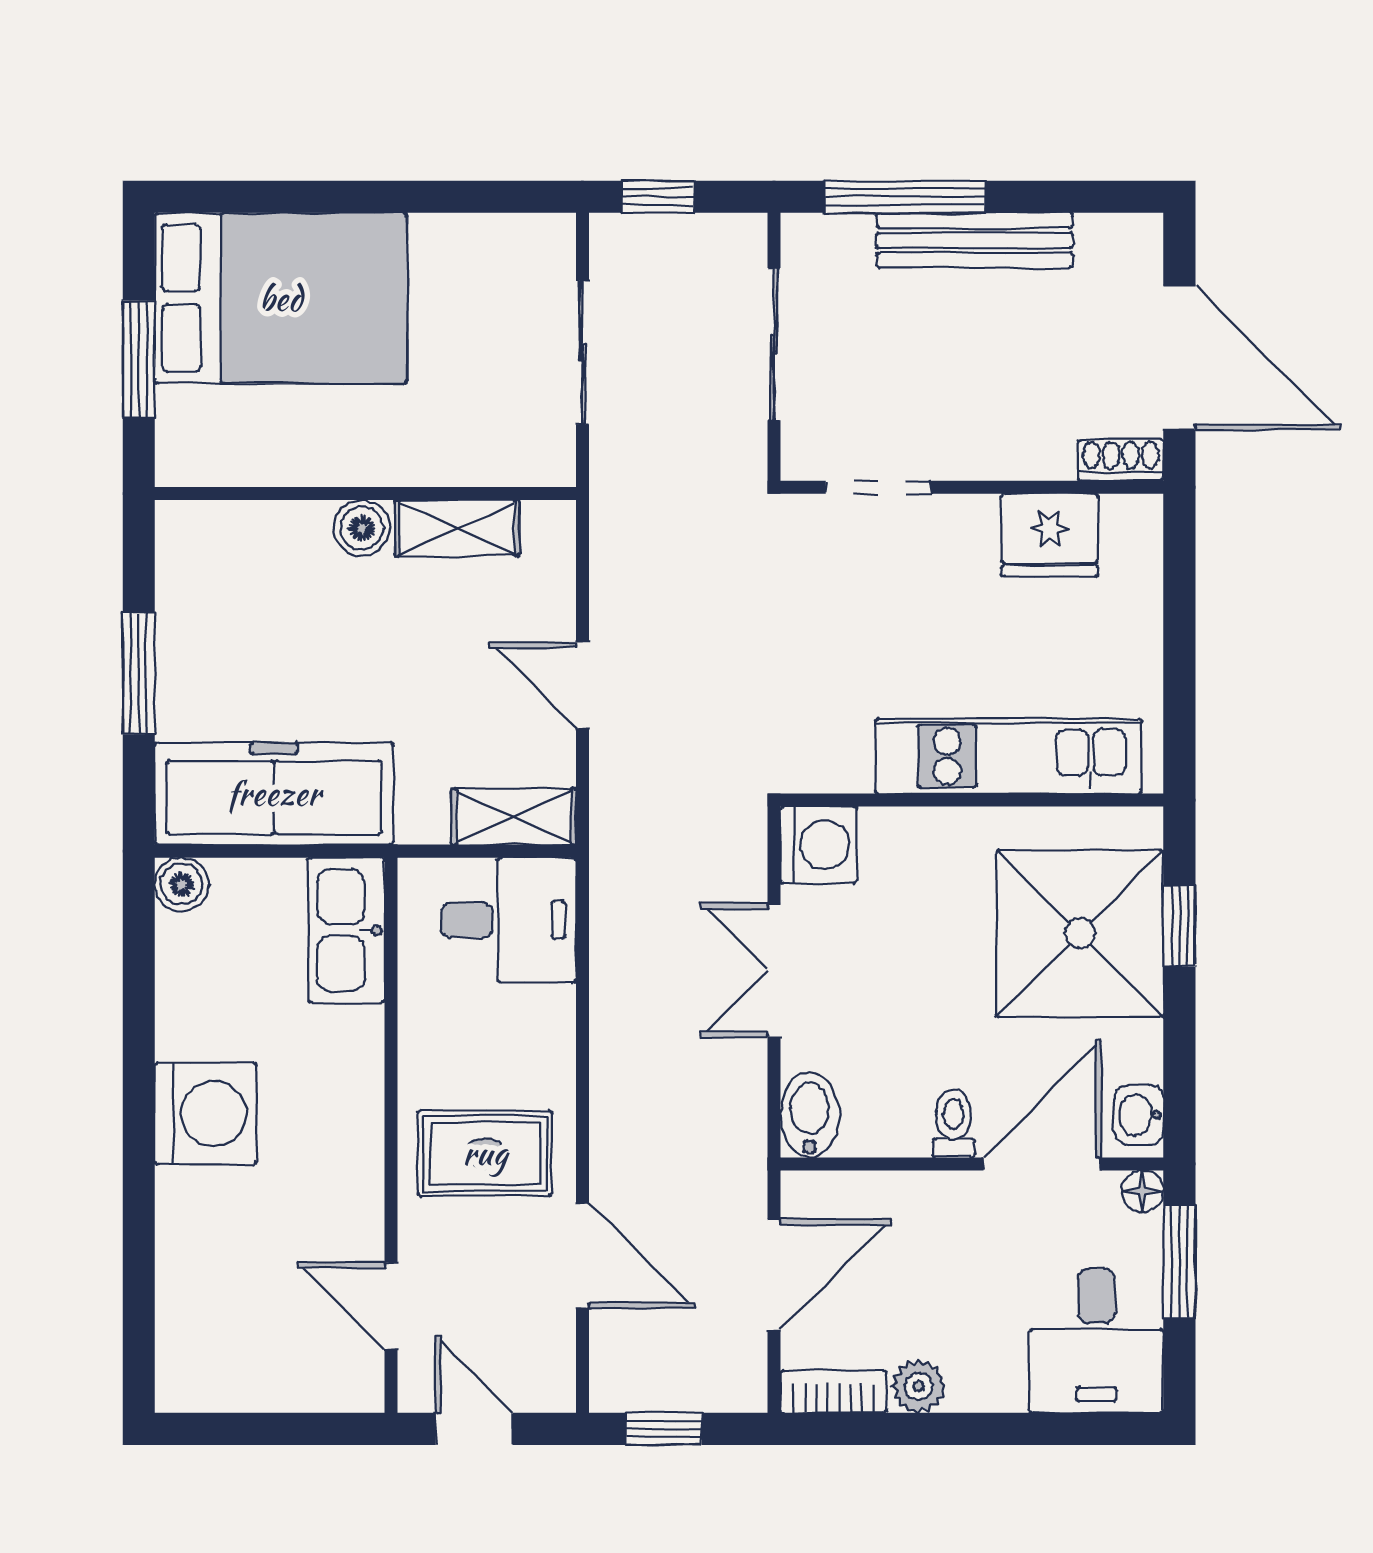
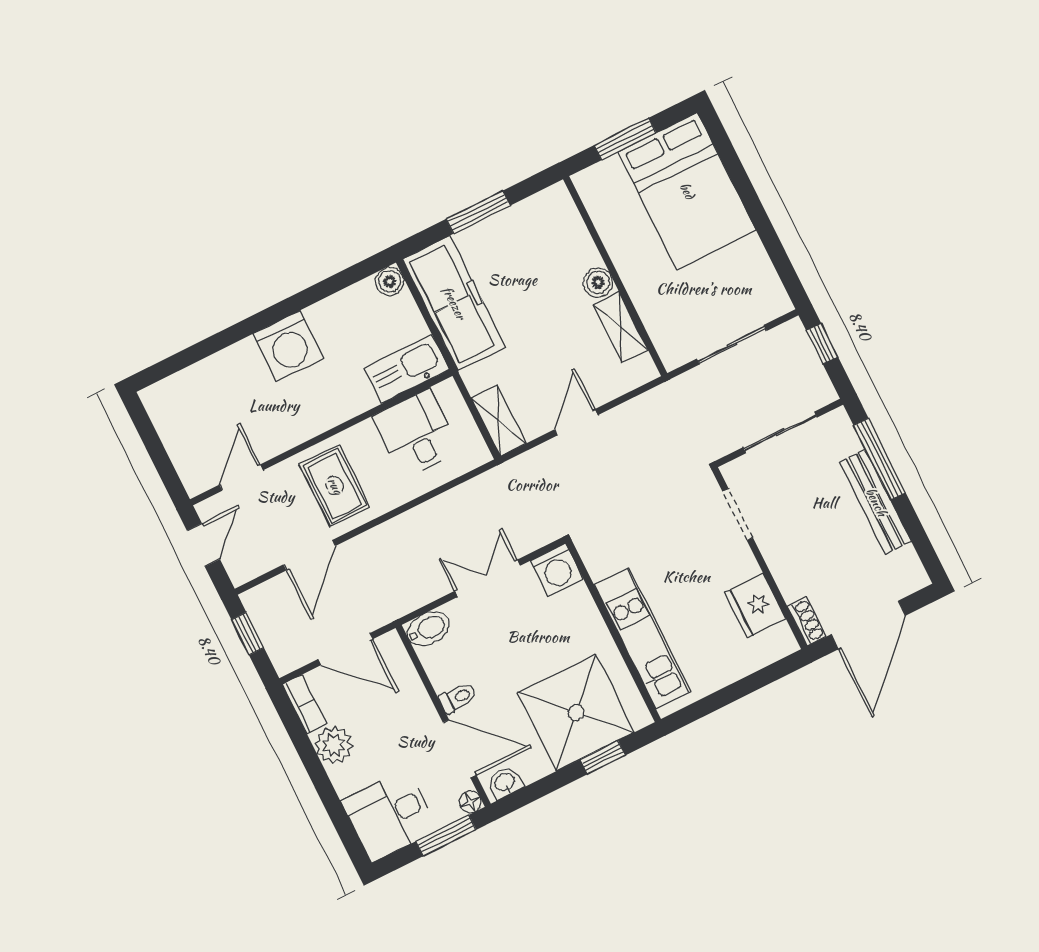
desk: (509, 920) -> (416, 433), moved, turned 180
plant: (918, 1386) -> (334, 745), width x1.38, depth x1.38

